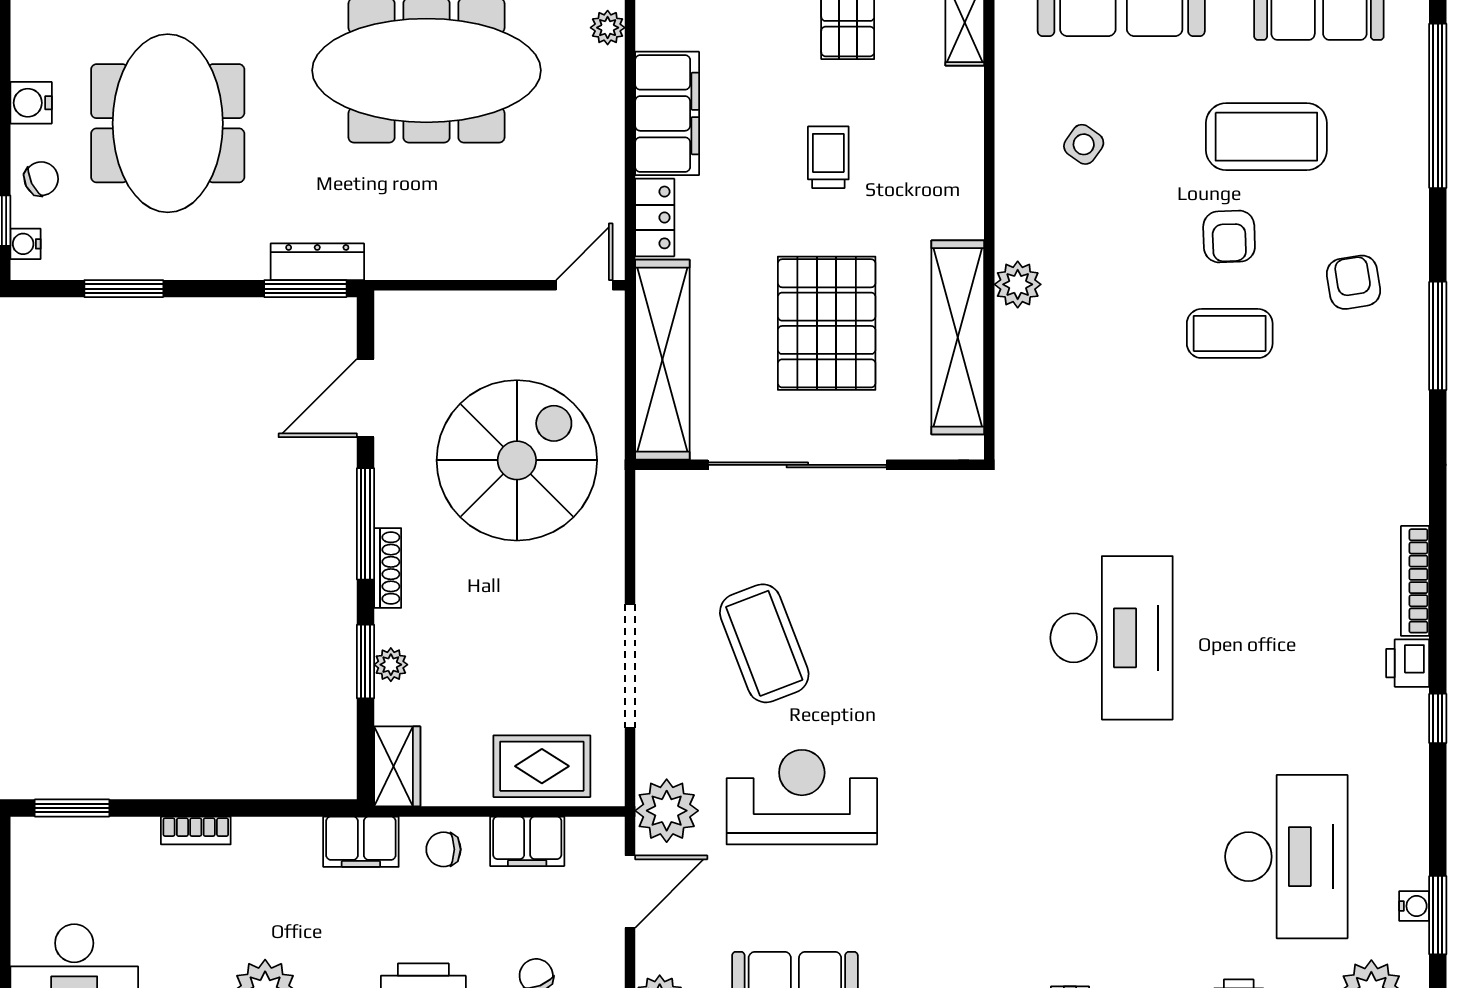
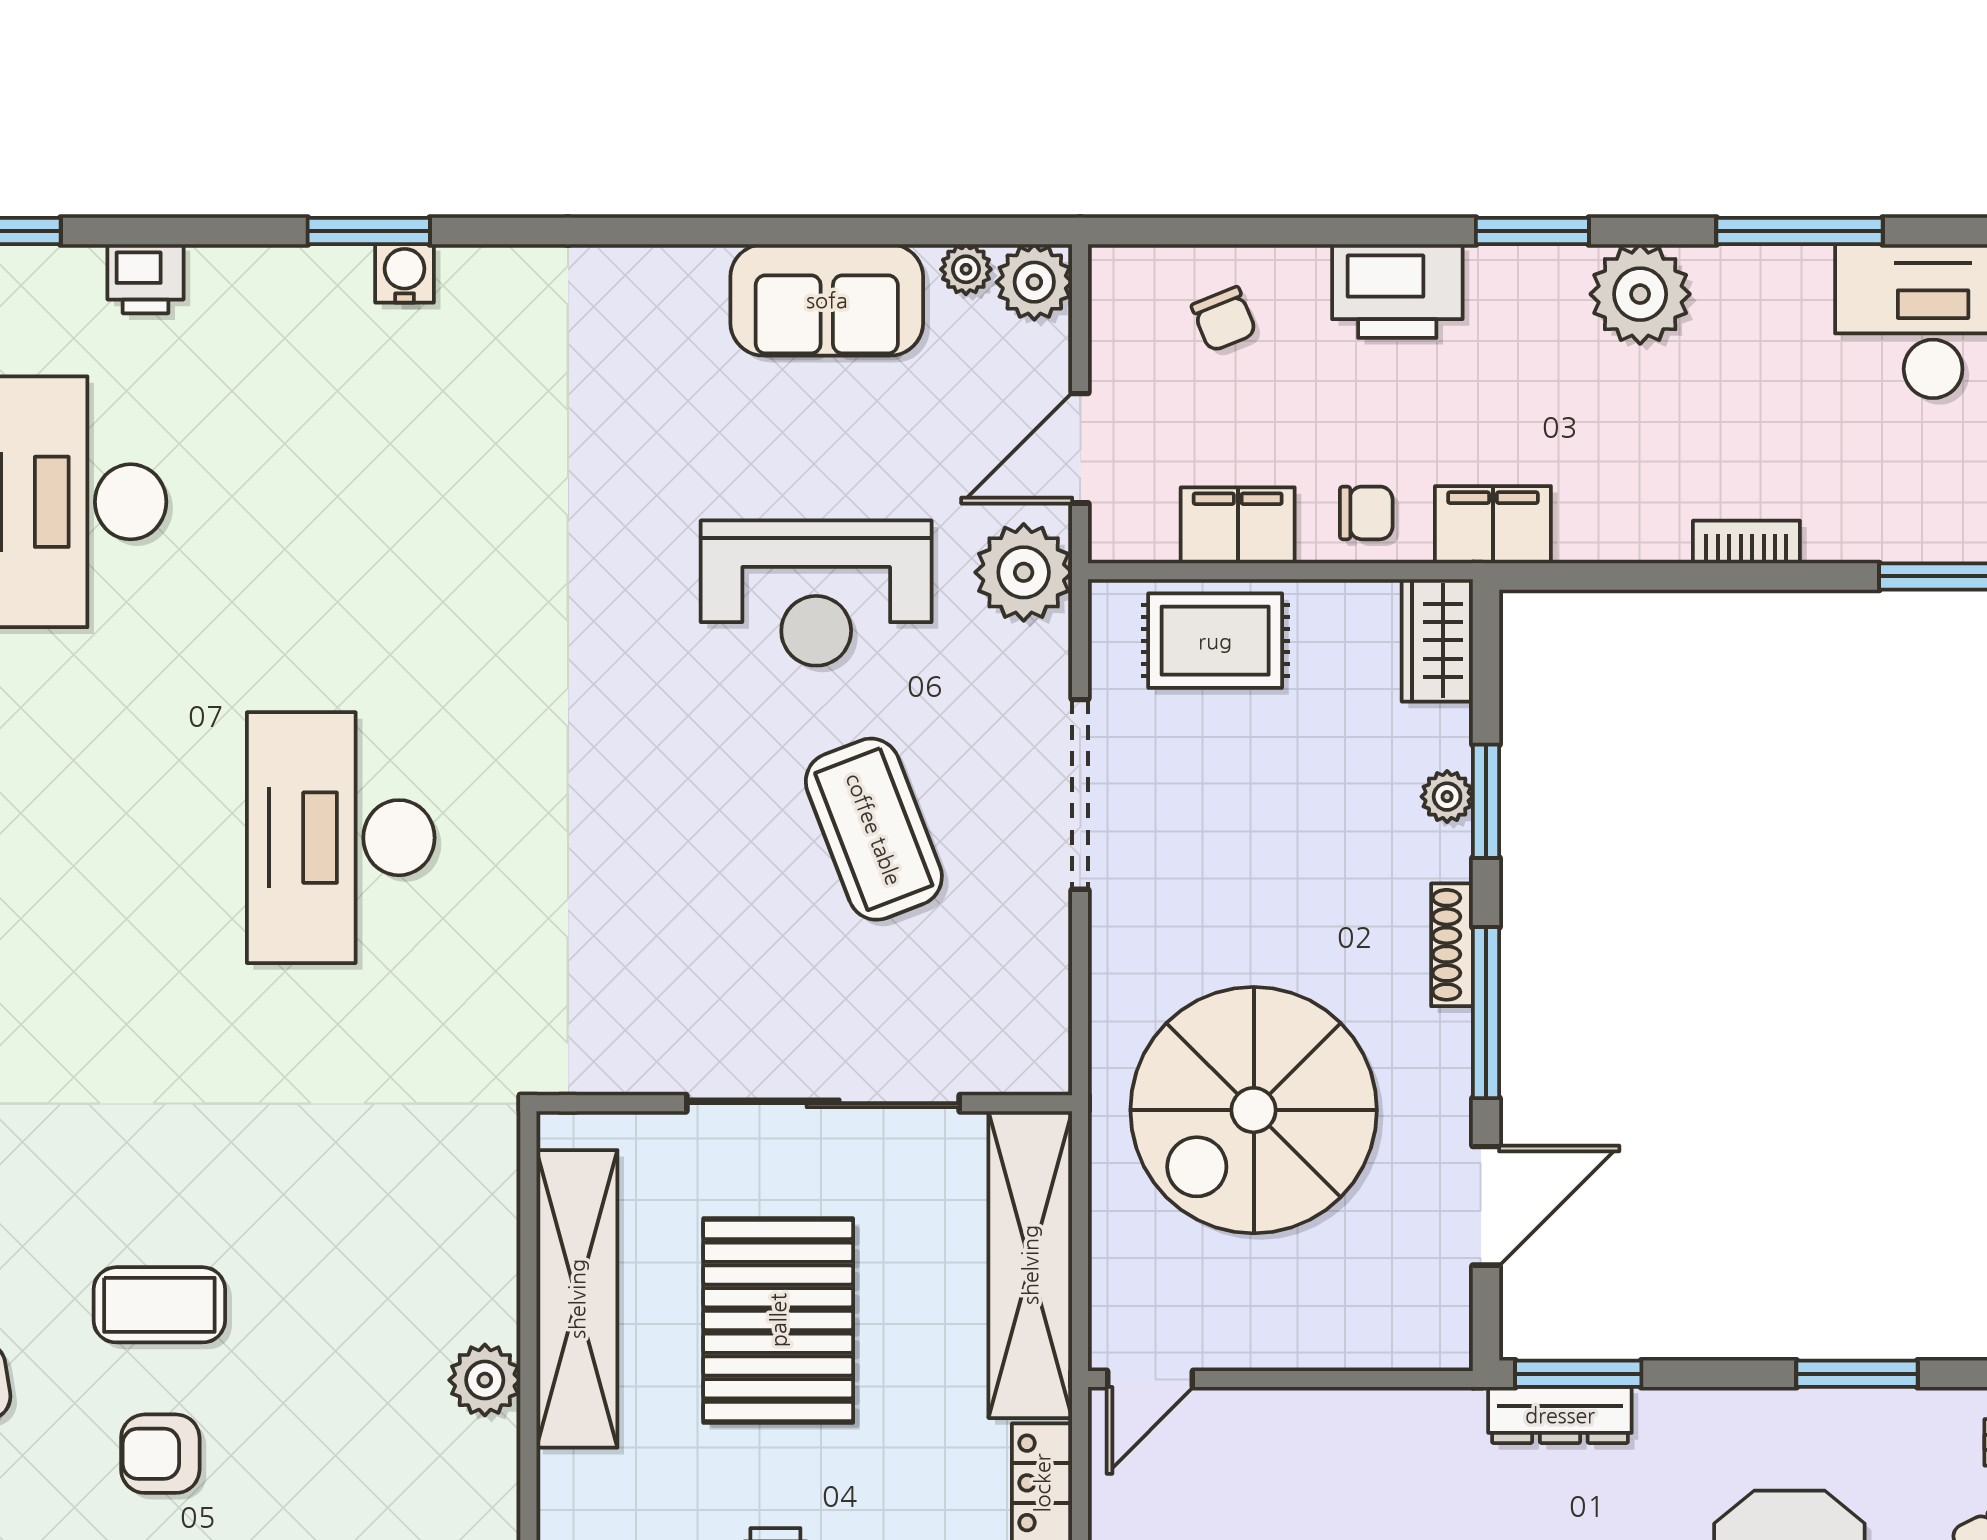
armchair: (1229, 237) -> (160, 1454), turned -88

